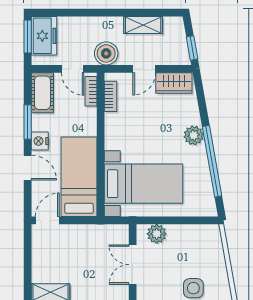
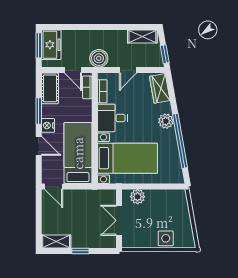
shelving: (143, 25) -> (142, 37), moved
wardrobe: (174, 83) -> (160, 88), moved, turned 80
desk: (124, 131) -> (112, 118), added
door: (47, 220) -> (54, 186), swing flipped

